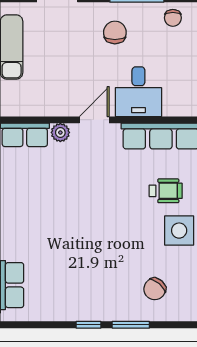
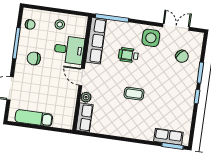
stool: (180, 69) -> (60, 24), added
wheelchair: (166, 191) -> (128, 55), moved, turned -90
coffee table: (78, 215) -> (134, 94), added

